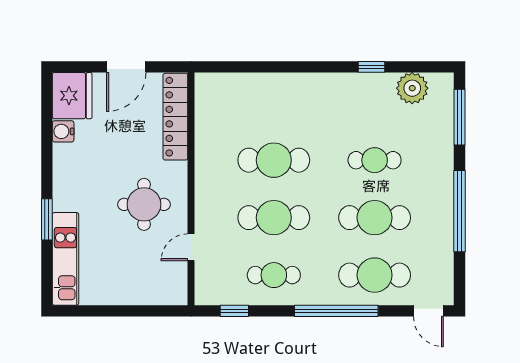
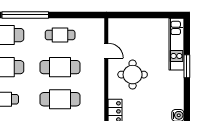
door: (191, 247) -> (106, 51), hinge flipped
window: (234, 311) -> (82, 15), removed

